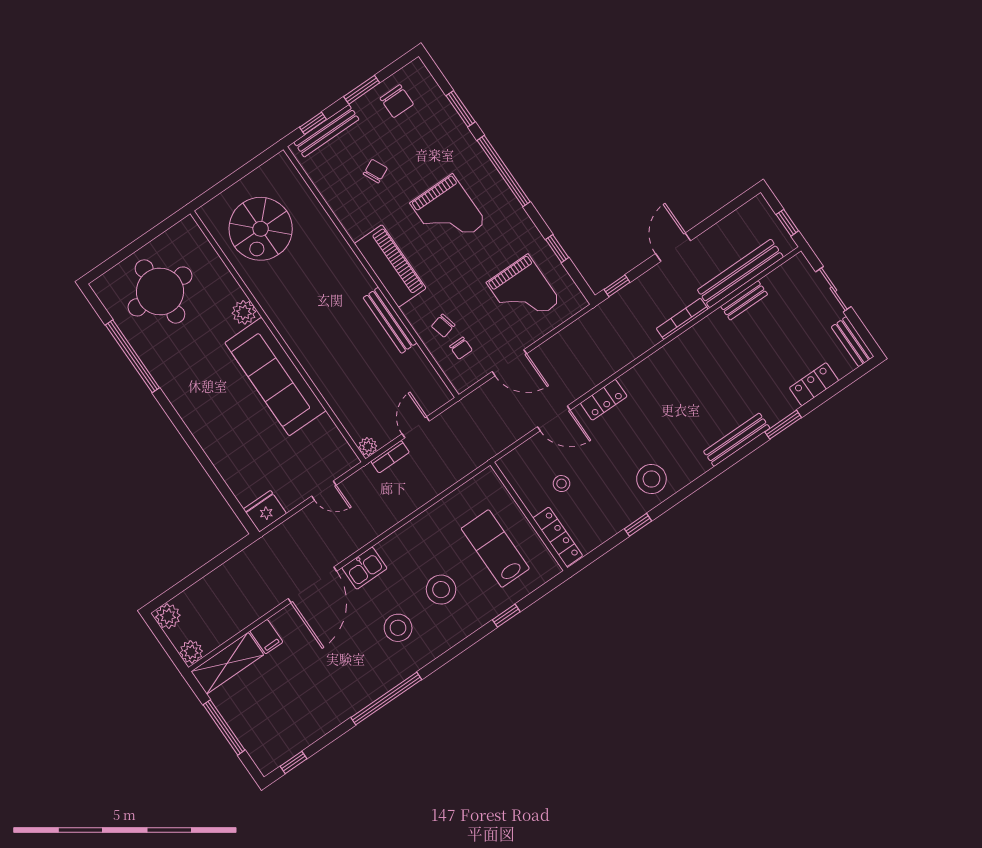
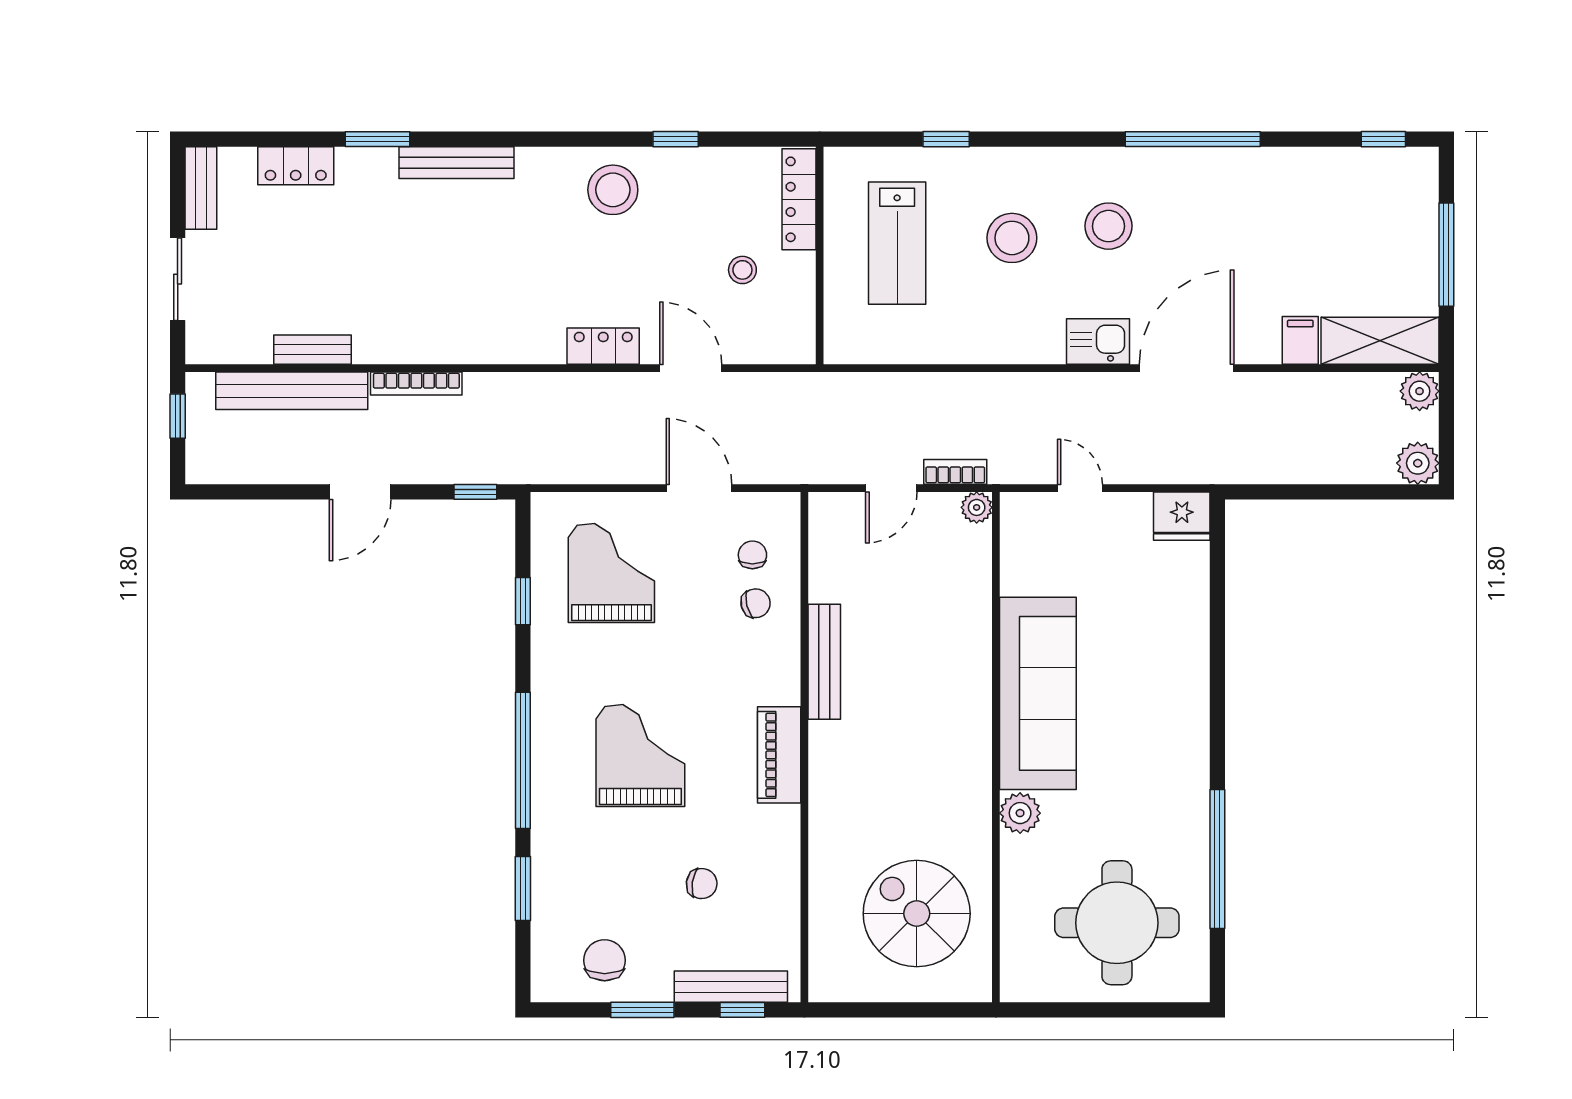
chair: (375, 171) -> (702, 884), turned -147
spiral stairs: (261, 229) -> (917, 914), turned -90
piano: (390, 266) -> (779, 755), width x0.73, depth x0.75

